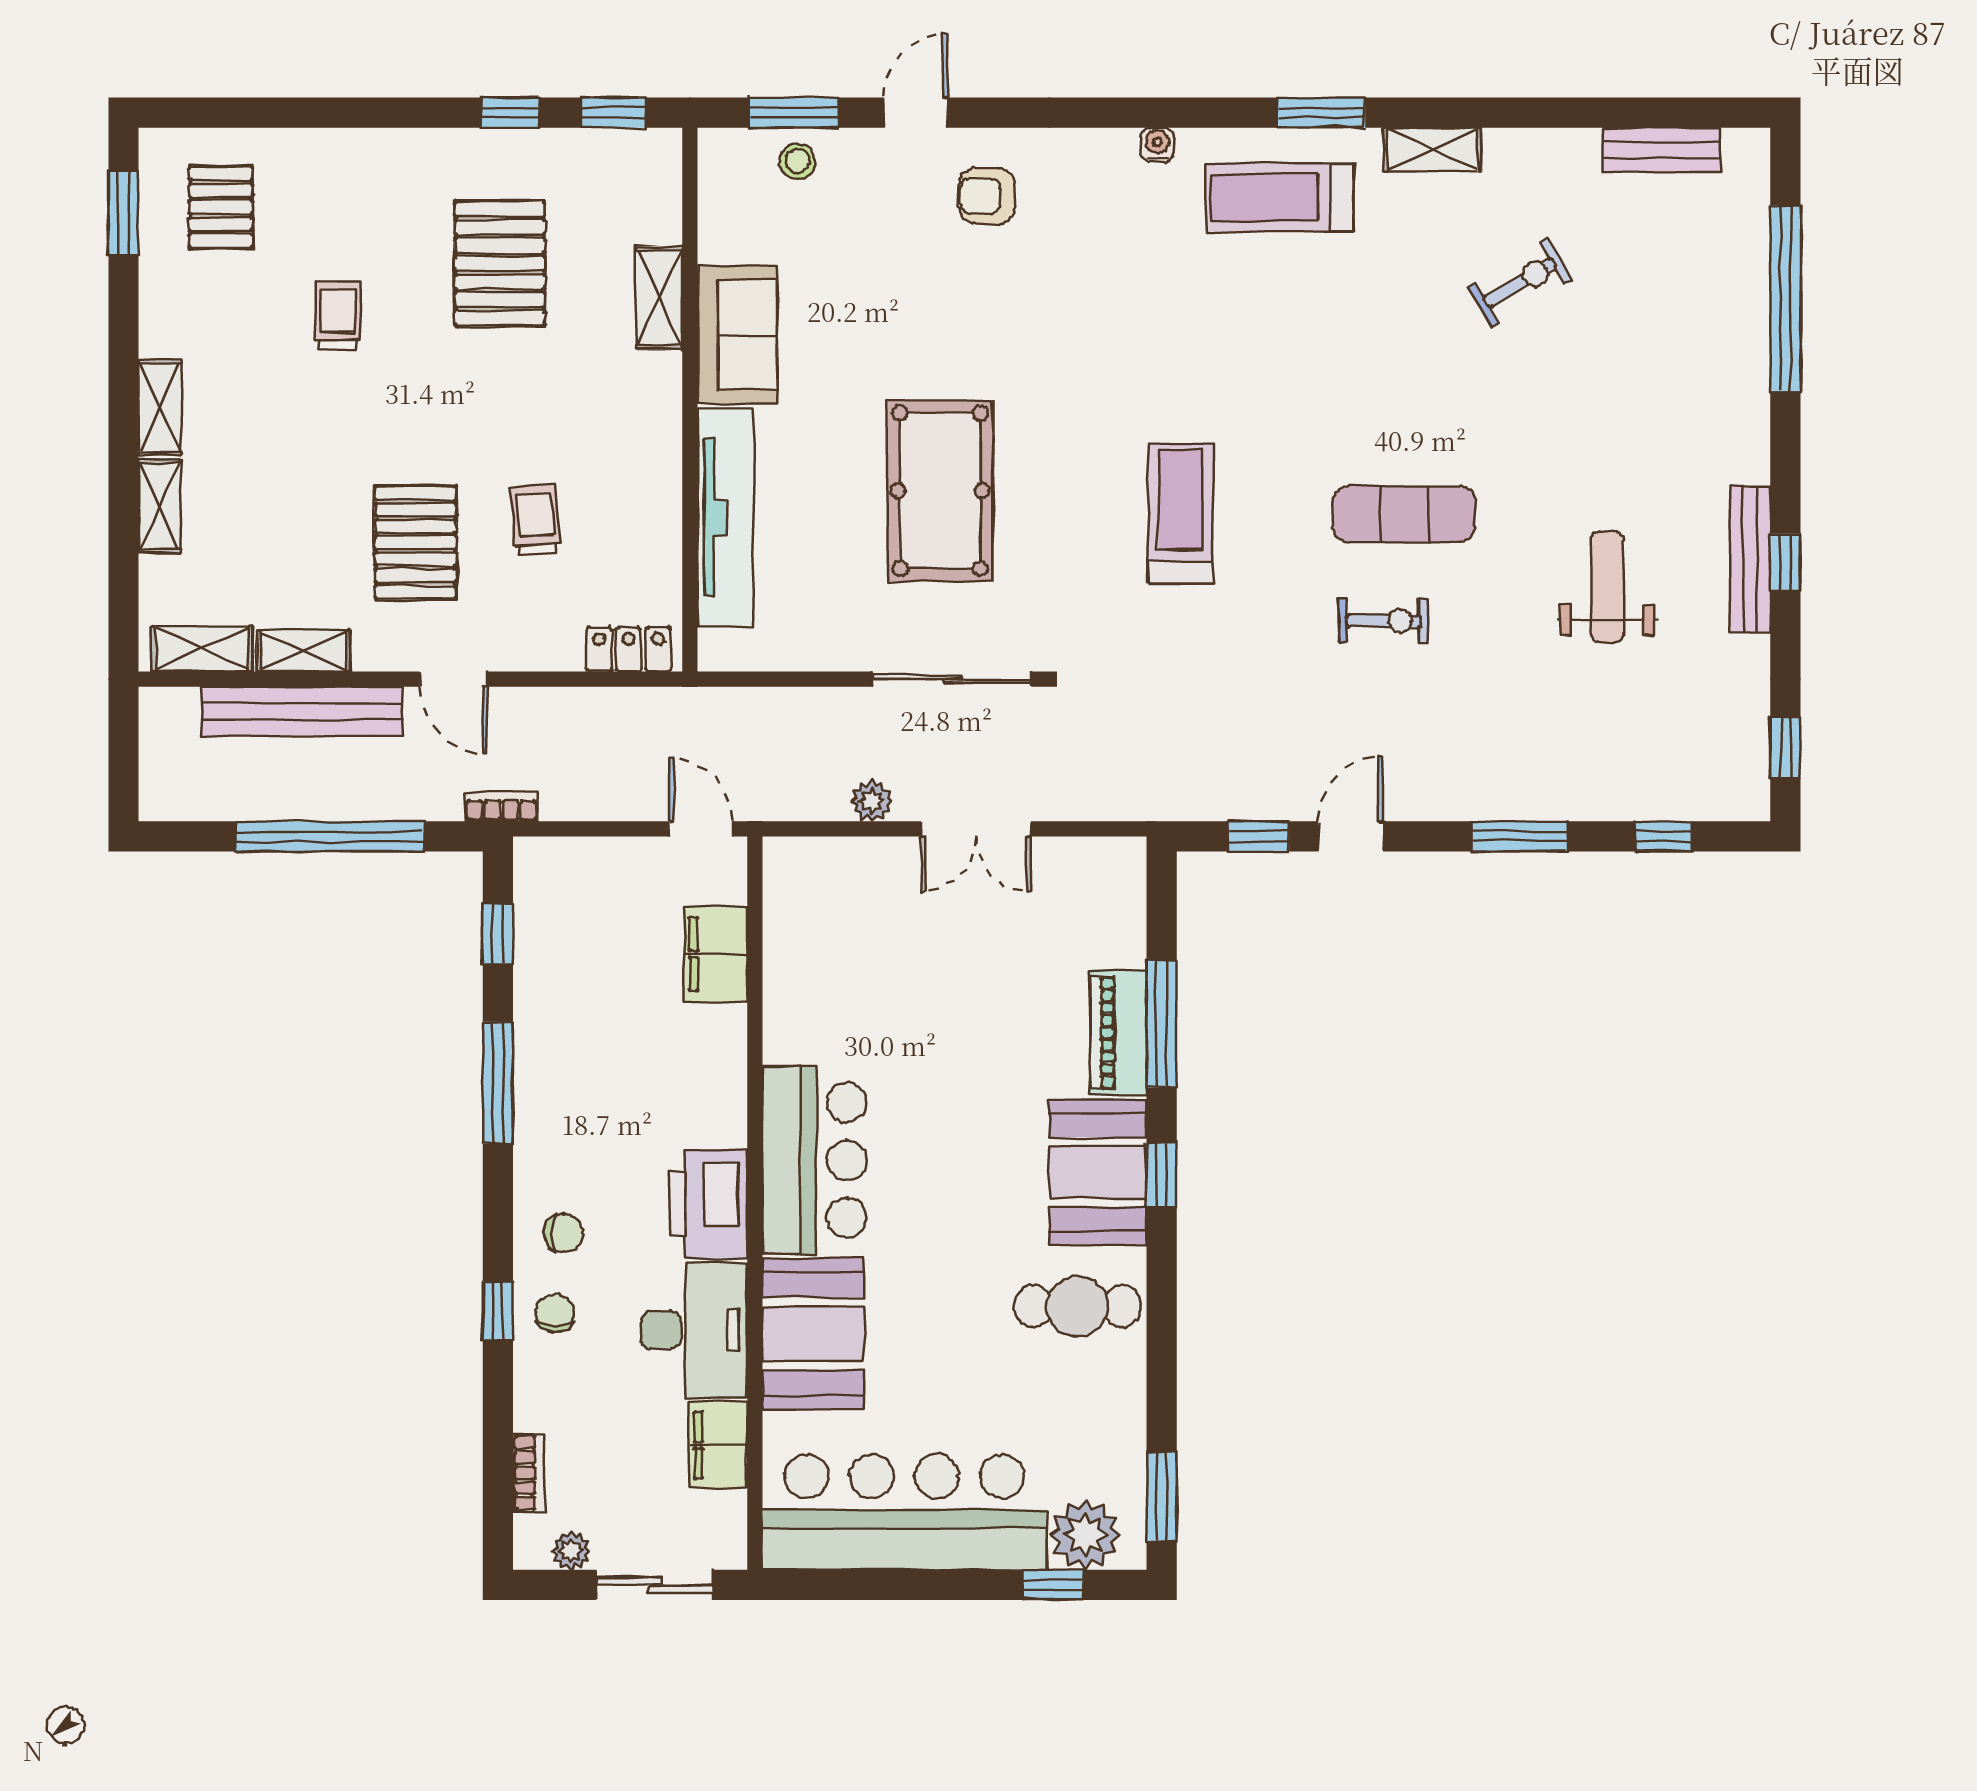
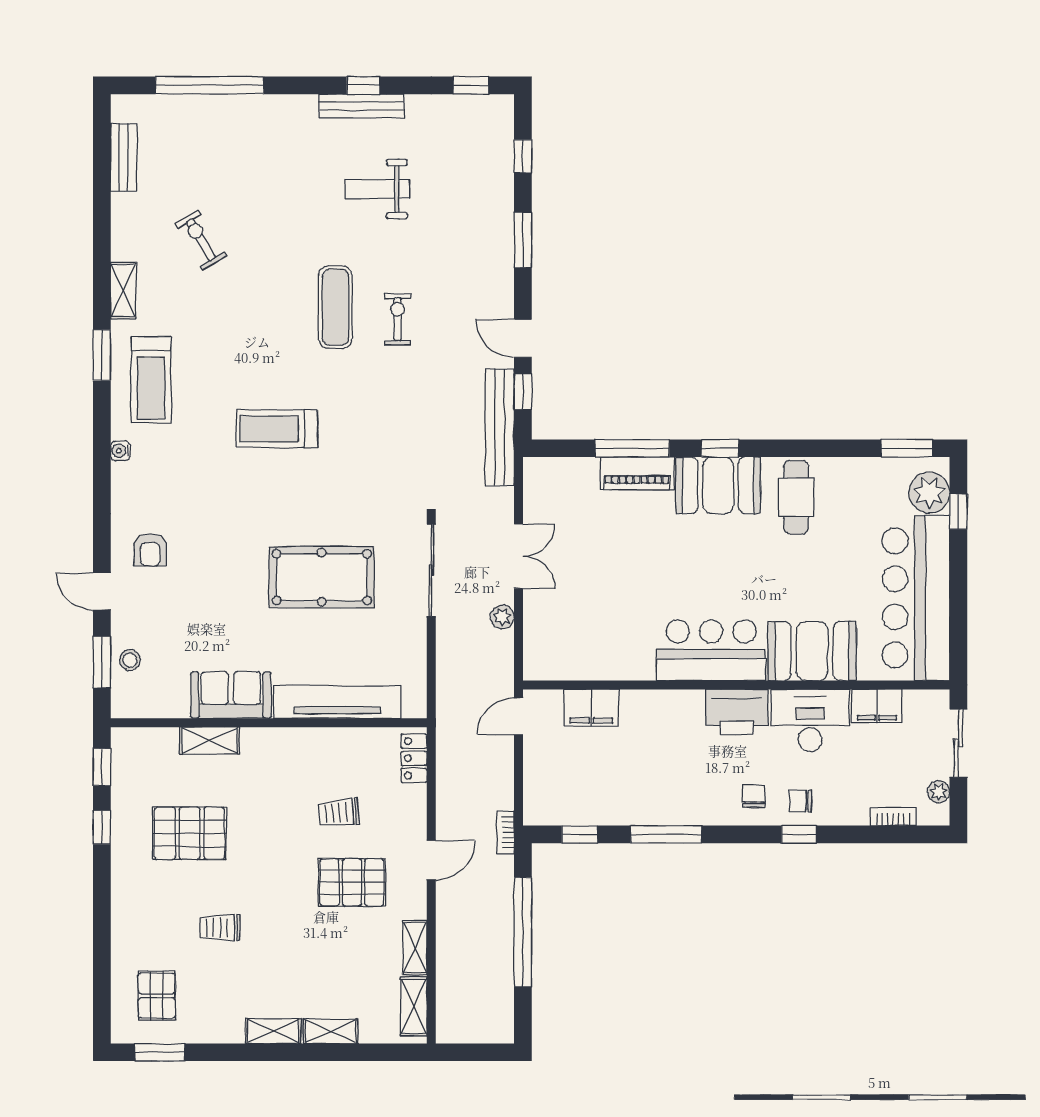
pallet: (221, 207) -> (157, 996), turned 90
treadmill: (1181, 514) -> (277, 429), moved
bench: (302, 712) -> (500, 427), moved

